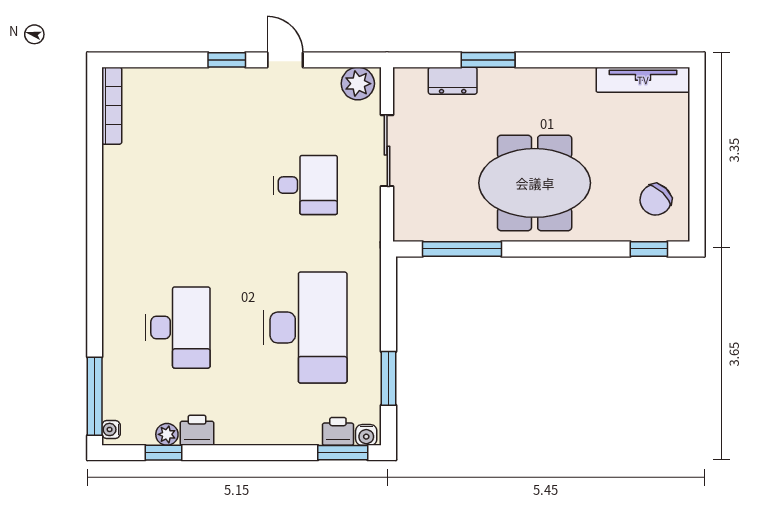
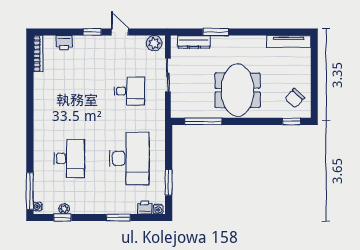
dresser: (453, 81) -> (194, 42), width x1.44
meeting table: (535, 183) -> (238, 90), turned 90
printer: (197, 430) -> (64, 43), moved, turned 180
window: (343, 453) -> (118, 218), moved

